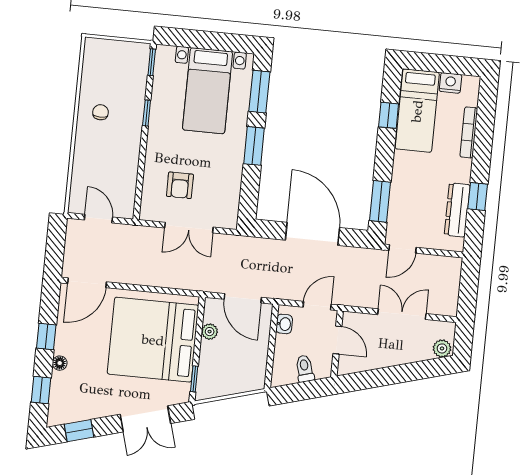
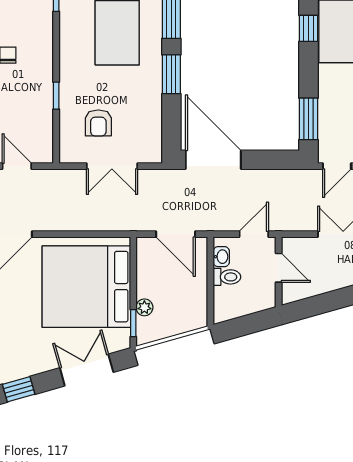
window: (147, 113) -> (56, 96), moved
door: (312, 234) -> (213, 160), moved
plant: (210, 332) -> (144, 307), moved
toilet: (305, 369) -> (227, 277), moved, turned 106
double door: (145, 419) -> (87, 370), swing flipped

